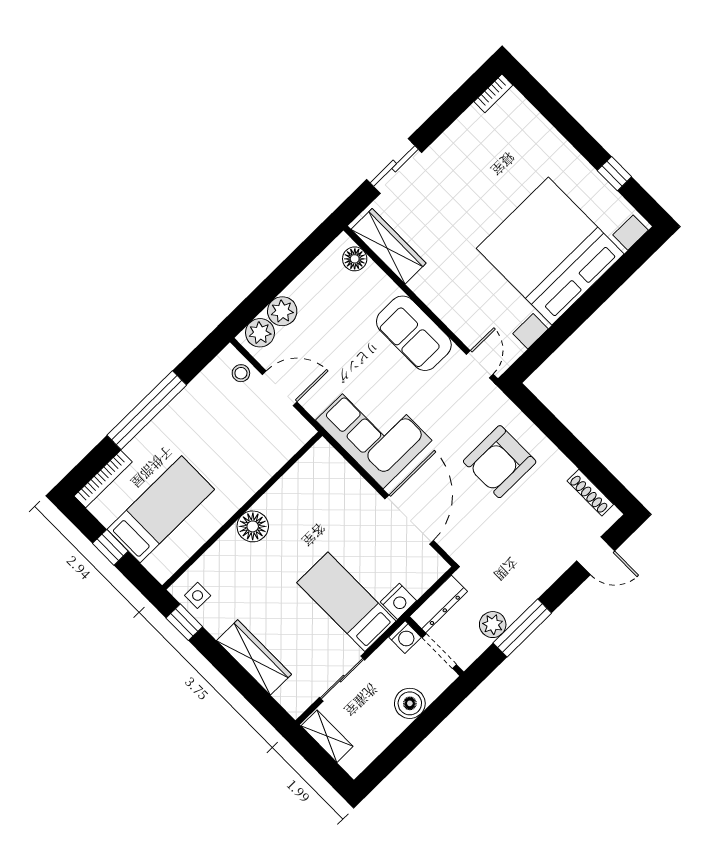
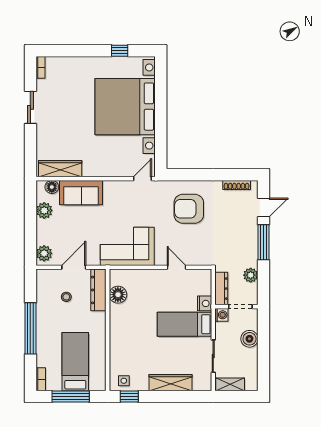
sliding door: (394, 166) -> (30, 107), moved
plant: (282, 311) -> (44, 210), moved
sofa: (414, 333) -> (81, 193), moved
door: (480, 364) -> (142, 179), hinge flipped
stool: (241, 373) -> (66, 297), moved
dresser: (282, 448) -> (98, 290), added
armchair: (500, 462) -> (189, 209), turned 90
bookcase: (103, 479) -> (41, 379), width x0.64
door: (409, 520) -> (176, 267), width x0.53
floor lamp: (253, 526) -> (118, 295), moved
window: (110, 547) -> (71, 396), width x2.17
window: (522, 628) -> (264, 242), moved

